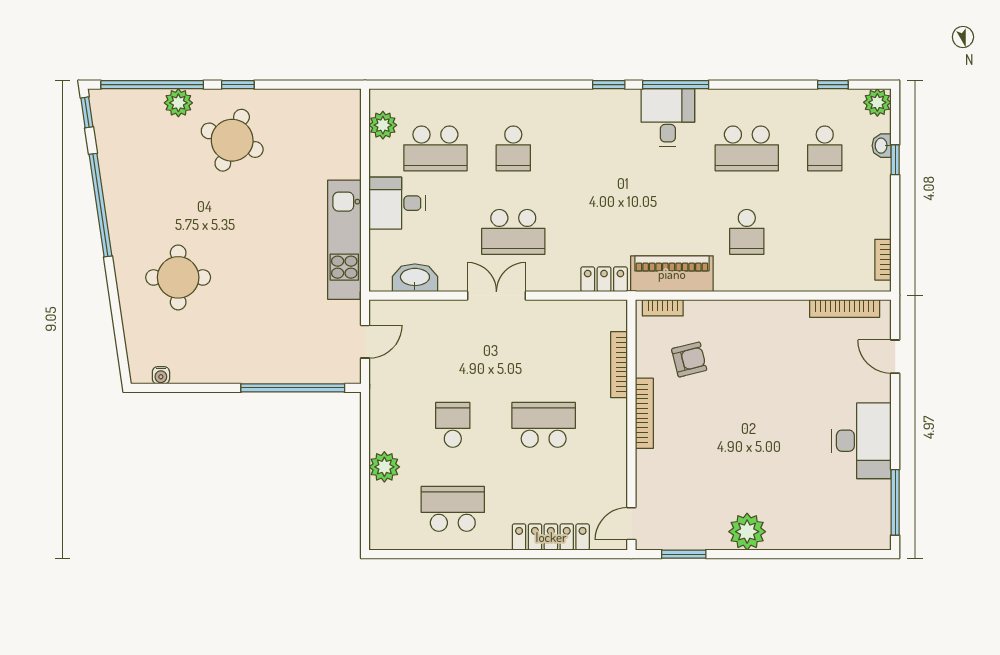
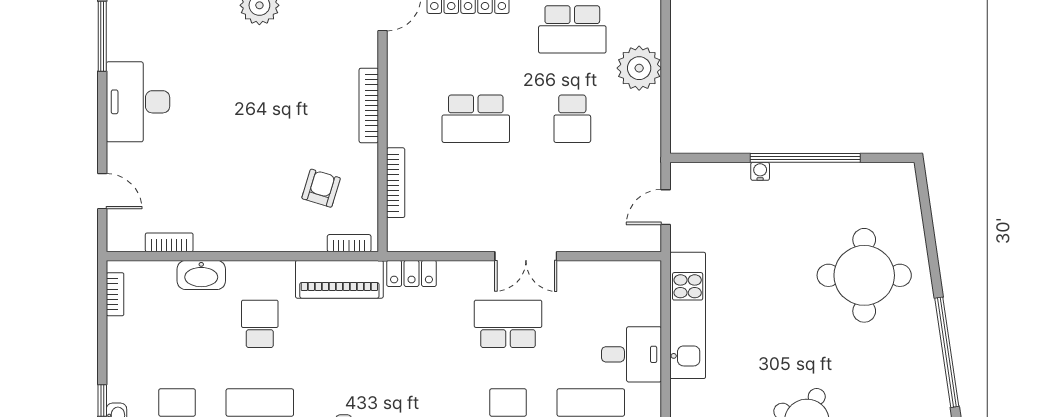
round table: (178, 277) -> (864, 275), width x1.36, depth x1.36
washbasin: (415, 278) -> (201, 275), moved
bookcase: (845, 309) -> (169, 242), width x0.64
armchair: (689, 360) -> (321, 188), turned 121
water cooler: (161, 375) -> (760, 171), moved
window: (293, 388) -> (805, 158), moved
bookcase: (644, 413) -> (369, 105), moved
plant: (384, 467) -> (639, 68), width x1.36, depth x1.36

